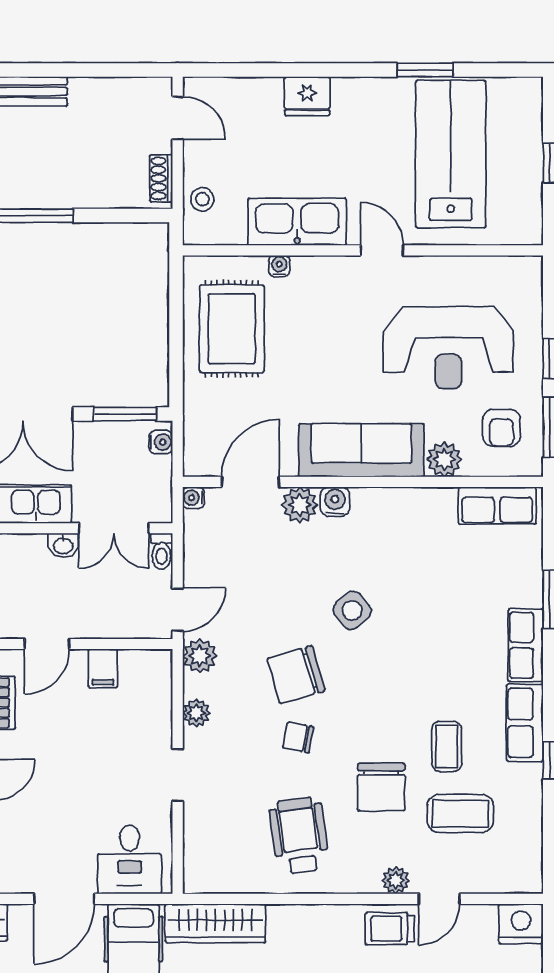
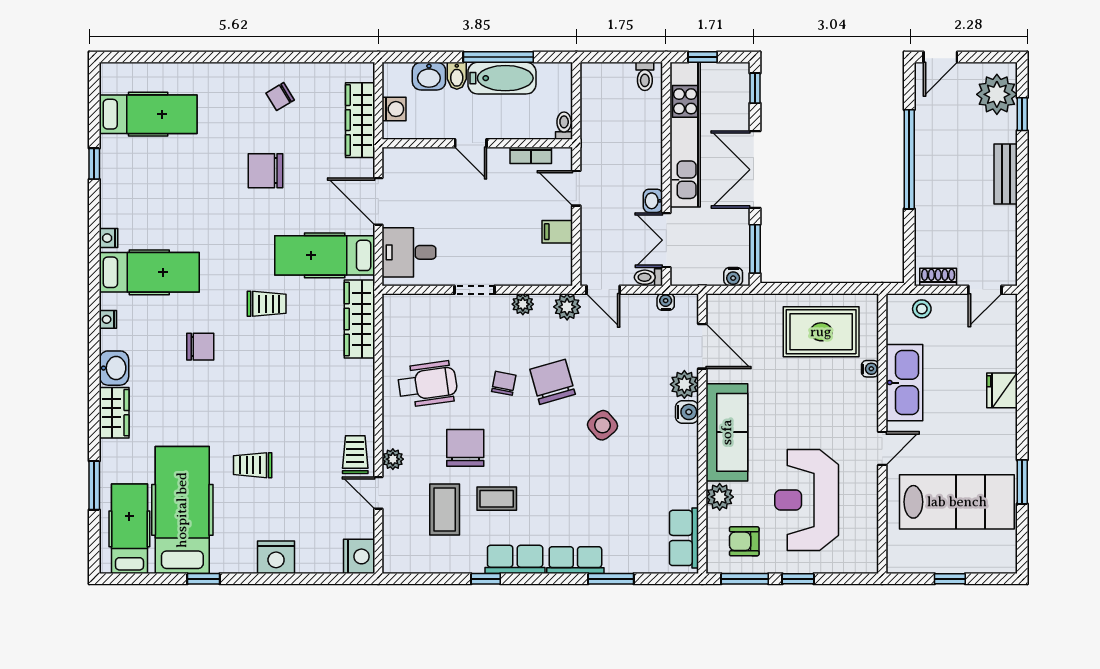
water cooler: (193, 498) -> (666, 302), moved
chair: (381, 787) -> (465, 448), turned 90

